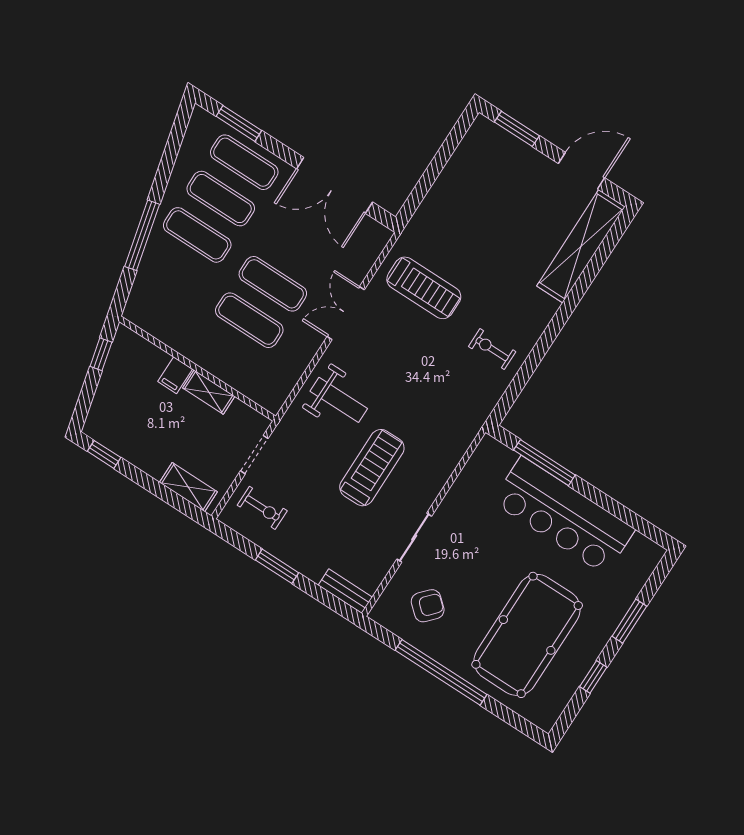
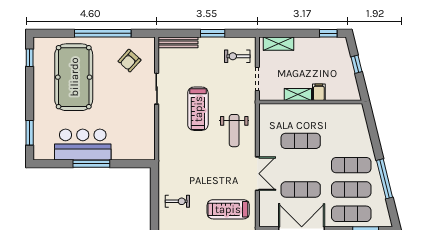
window: (142, 235) -> (385, 179), moved
exercise mat: (273, 284) -> (301, 189), moved
window: (101, 354) -> (357, 64), moved
weight bench: (339, 400) -> (234, 131), turned -90
window: (544, 463) -> (91, 164), moved
bar counter: (563, 515) -> (83, 145), width x0.73
bench: (345, 591) -> (178, 42), width x1.36
window: (629, 621) -> (30, 133), moved
window: (593, 677) -> (30, 58), moved

